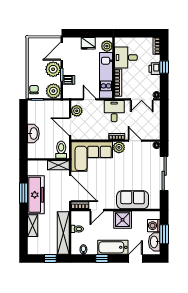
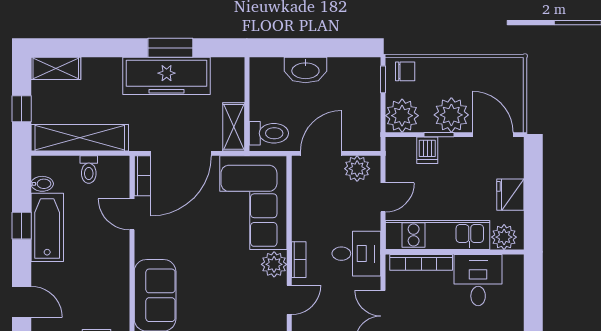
shower: (123, 220) -> (110, 273), removed
shelving: (33, 226) -> (56, 68), moved
bathtub: (113, 247) -> (47, 227), moved

